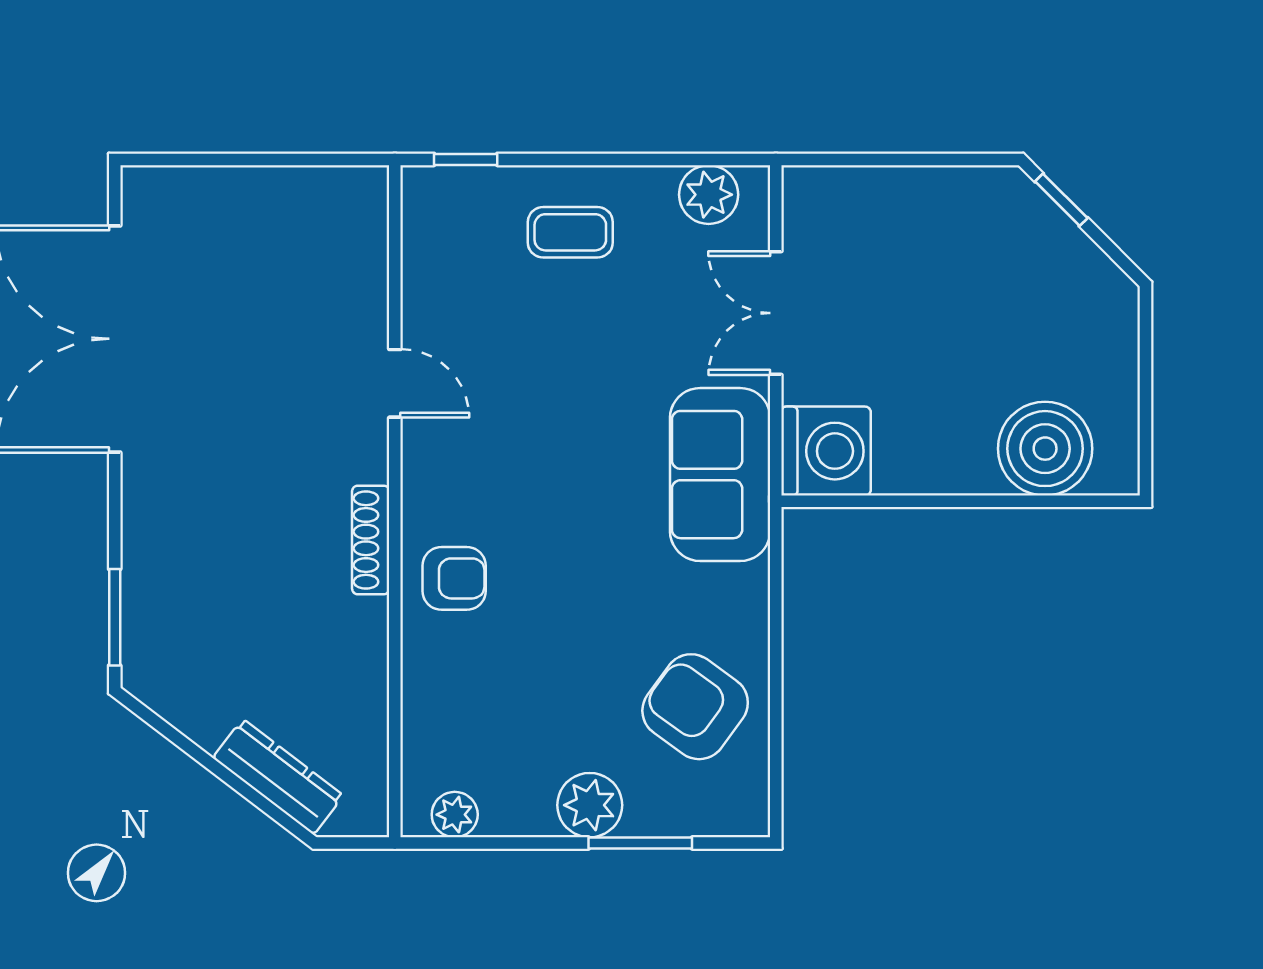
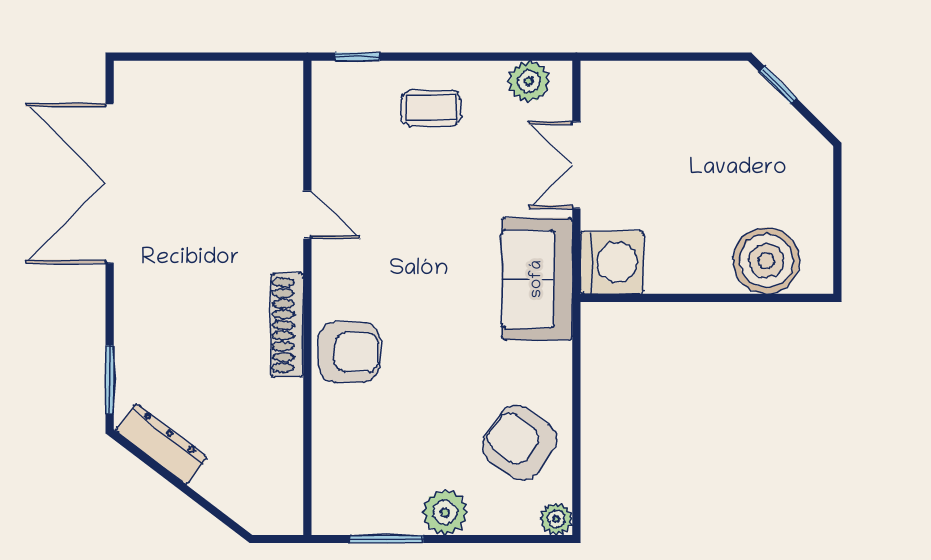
shoe rack: (371, 540) -> (287, 325), width x1.36, depth x1.24
armchair: (454, 578) -> (349, 352), width x1.38, depth x1.38
dresser: (278, 777) -> (161, 444), moved
plant: (455, 815) -> (556, 519), moved
window: (640, 843) -> (387, 539), moved

